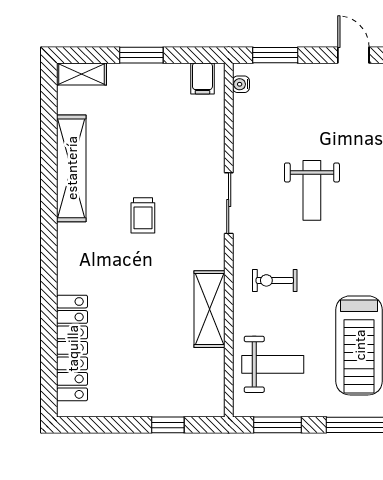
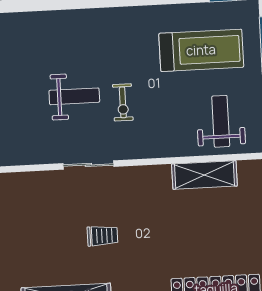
exercise bike: (275, 280) -> (123, 102), moved
shelving: (209, 309) -> (204, 175), moved

